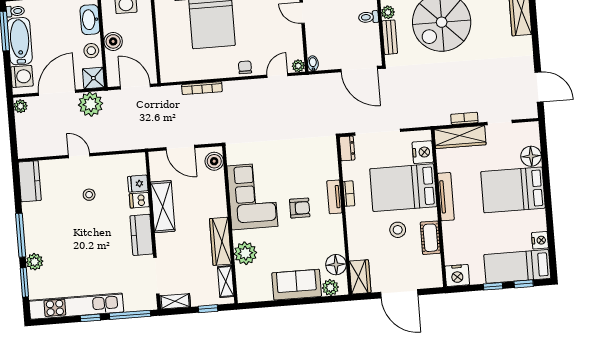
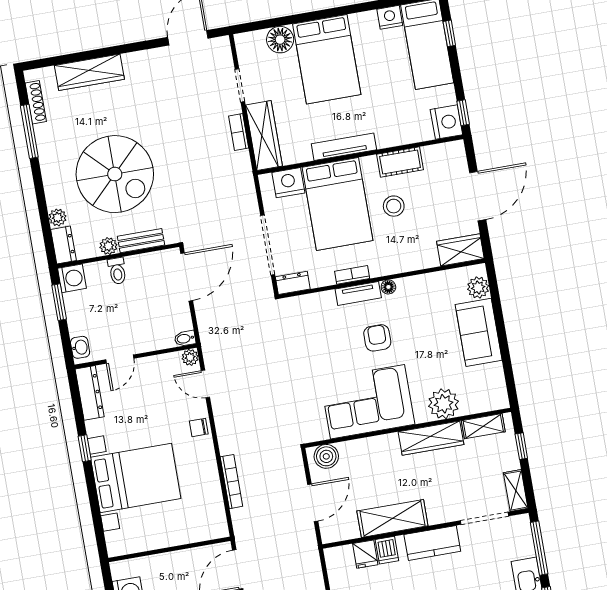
floor lamp: (336, 265) -> (388, 287), moved, width x0.53, depth x0.53
window: (493, 286) -> (463, 113), moved

